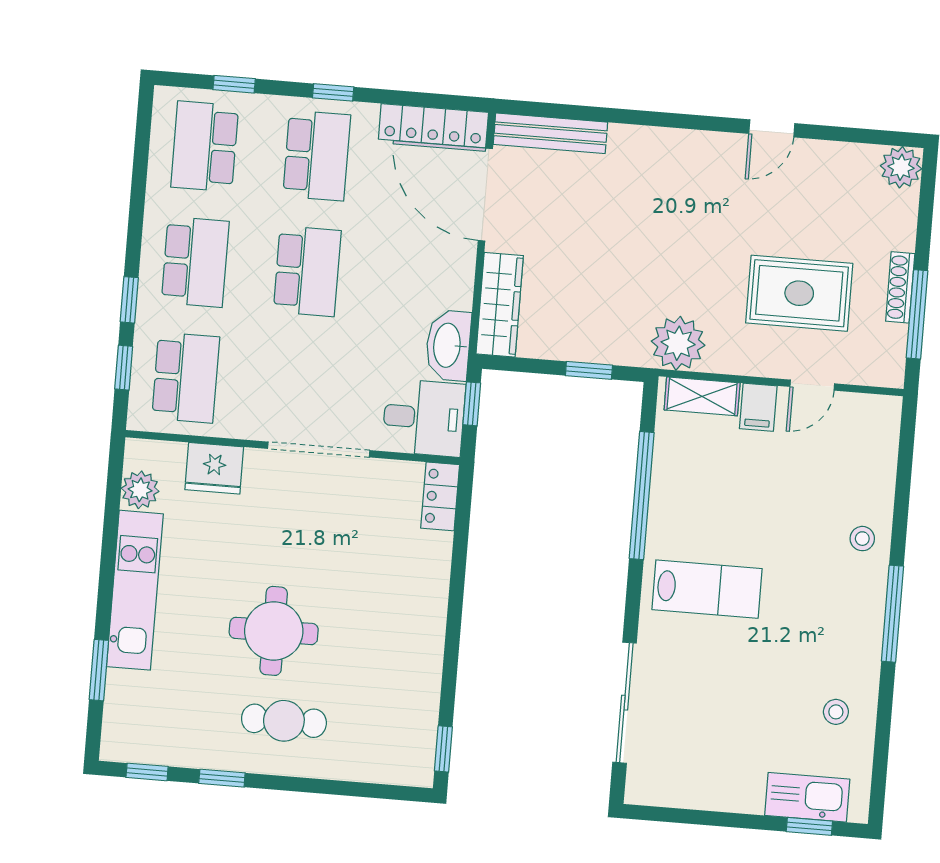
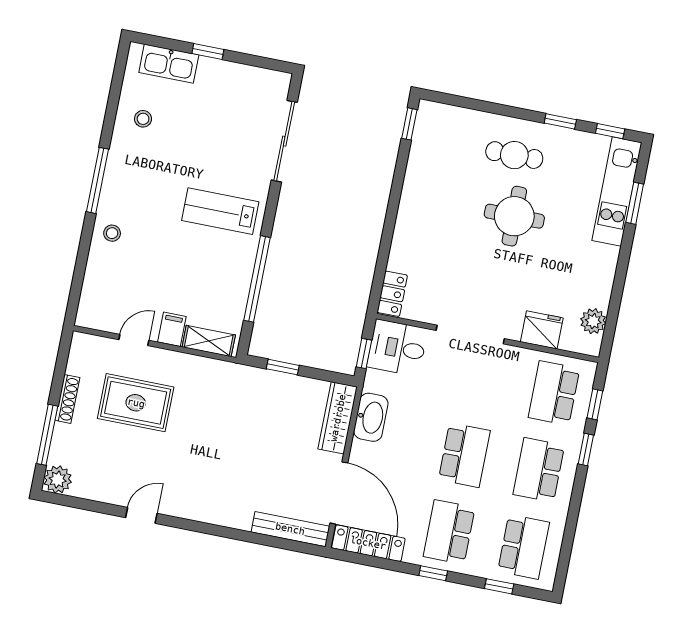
school desk: (307, 271) -> (464, 455), turned 180
window: (917, 314) -> (47, 435), moved
plant: (678, 343) -> (221, 378), removed
washbasin: (448, 345) -> (371, 417), moved
kitchen unit: (135, 590) -> (617, 192), moved
window: (809, 826) -> (208, 52), moved

